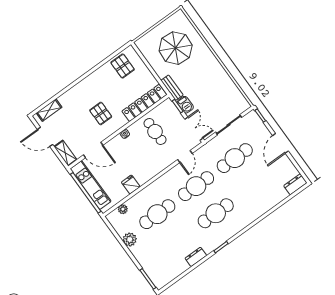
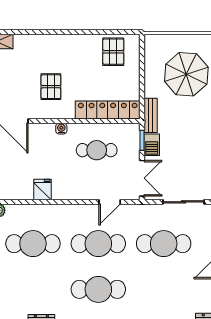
cafe table: (155, 131) -> (97, 150), turned 90
fridge: (131, 185) -> (43, 189), moved

